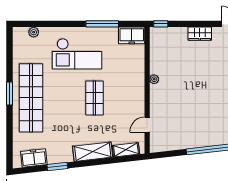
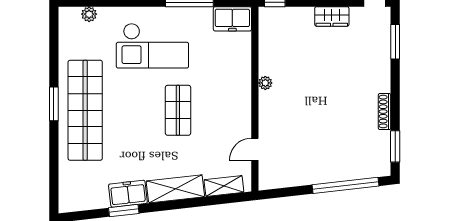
freezer: (34, 158) -> (128, 194), moved

